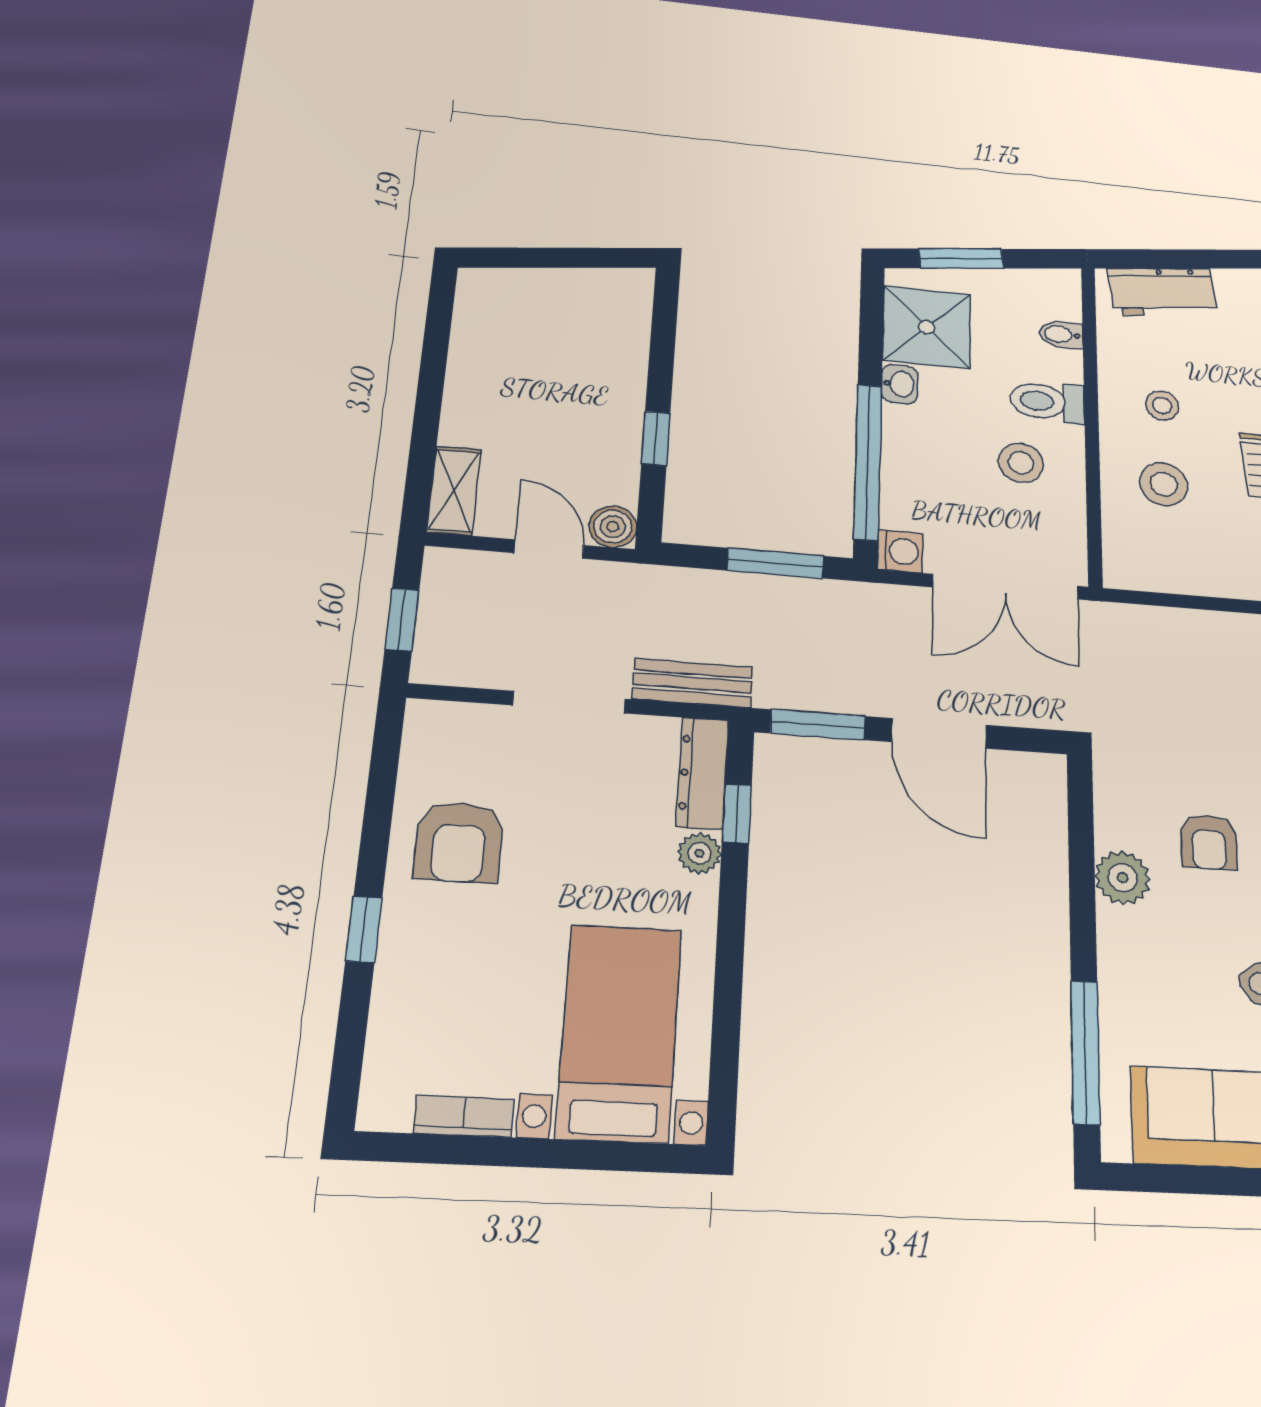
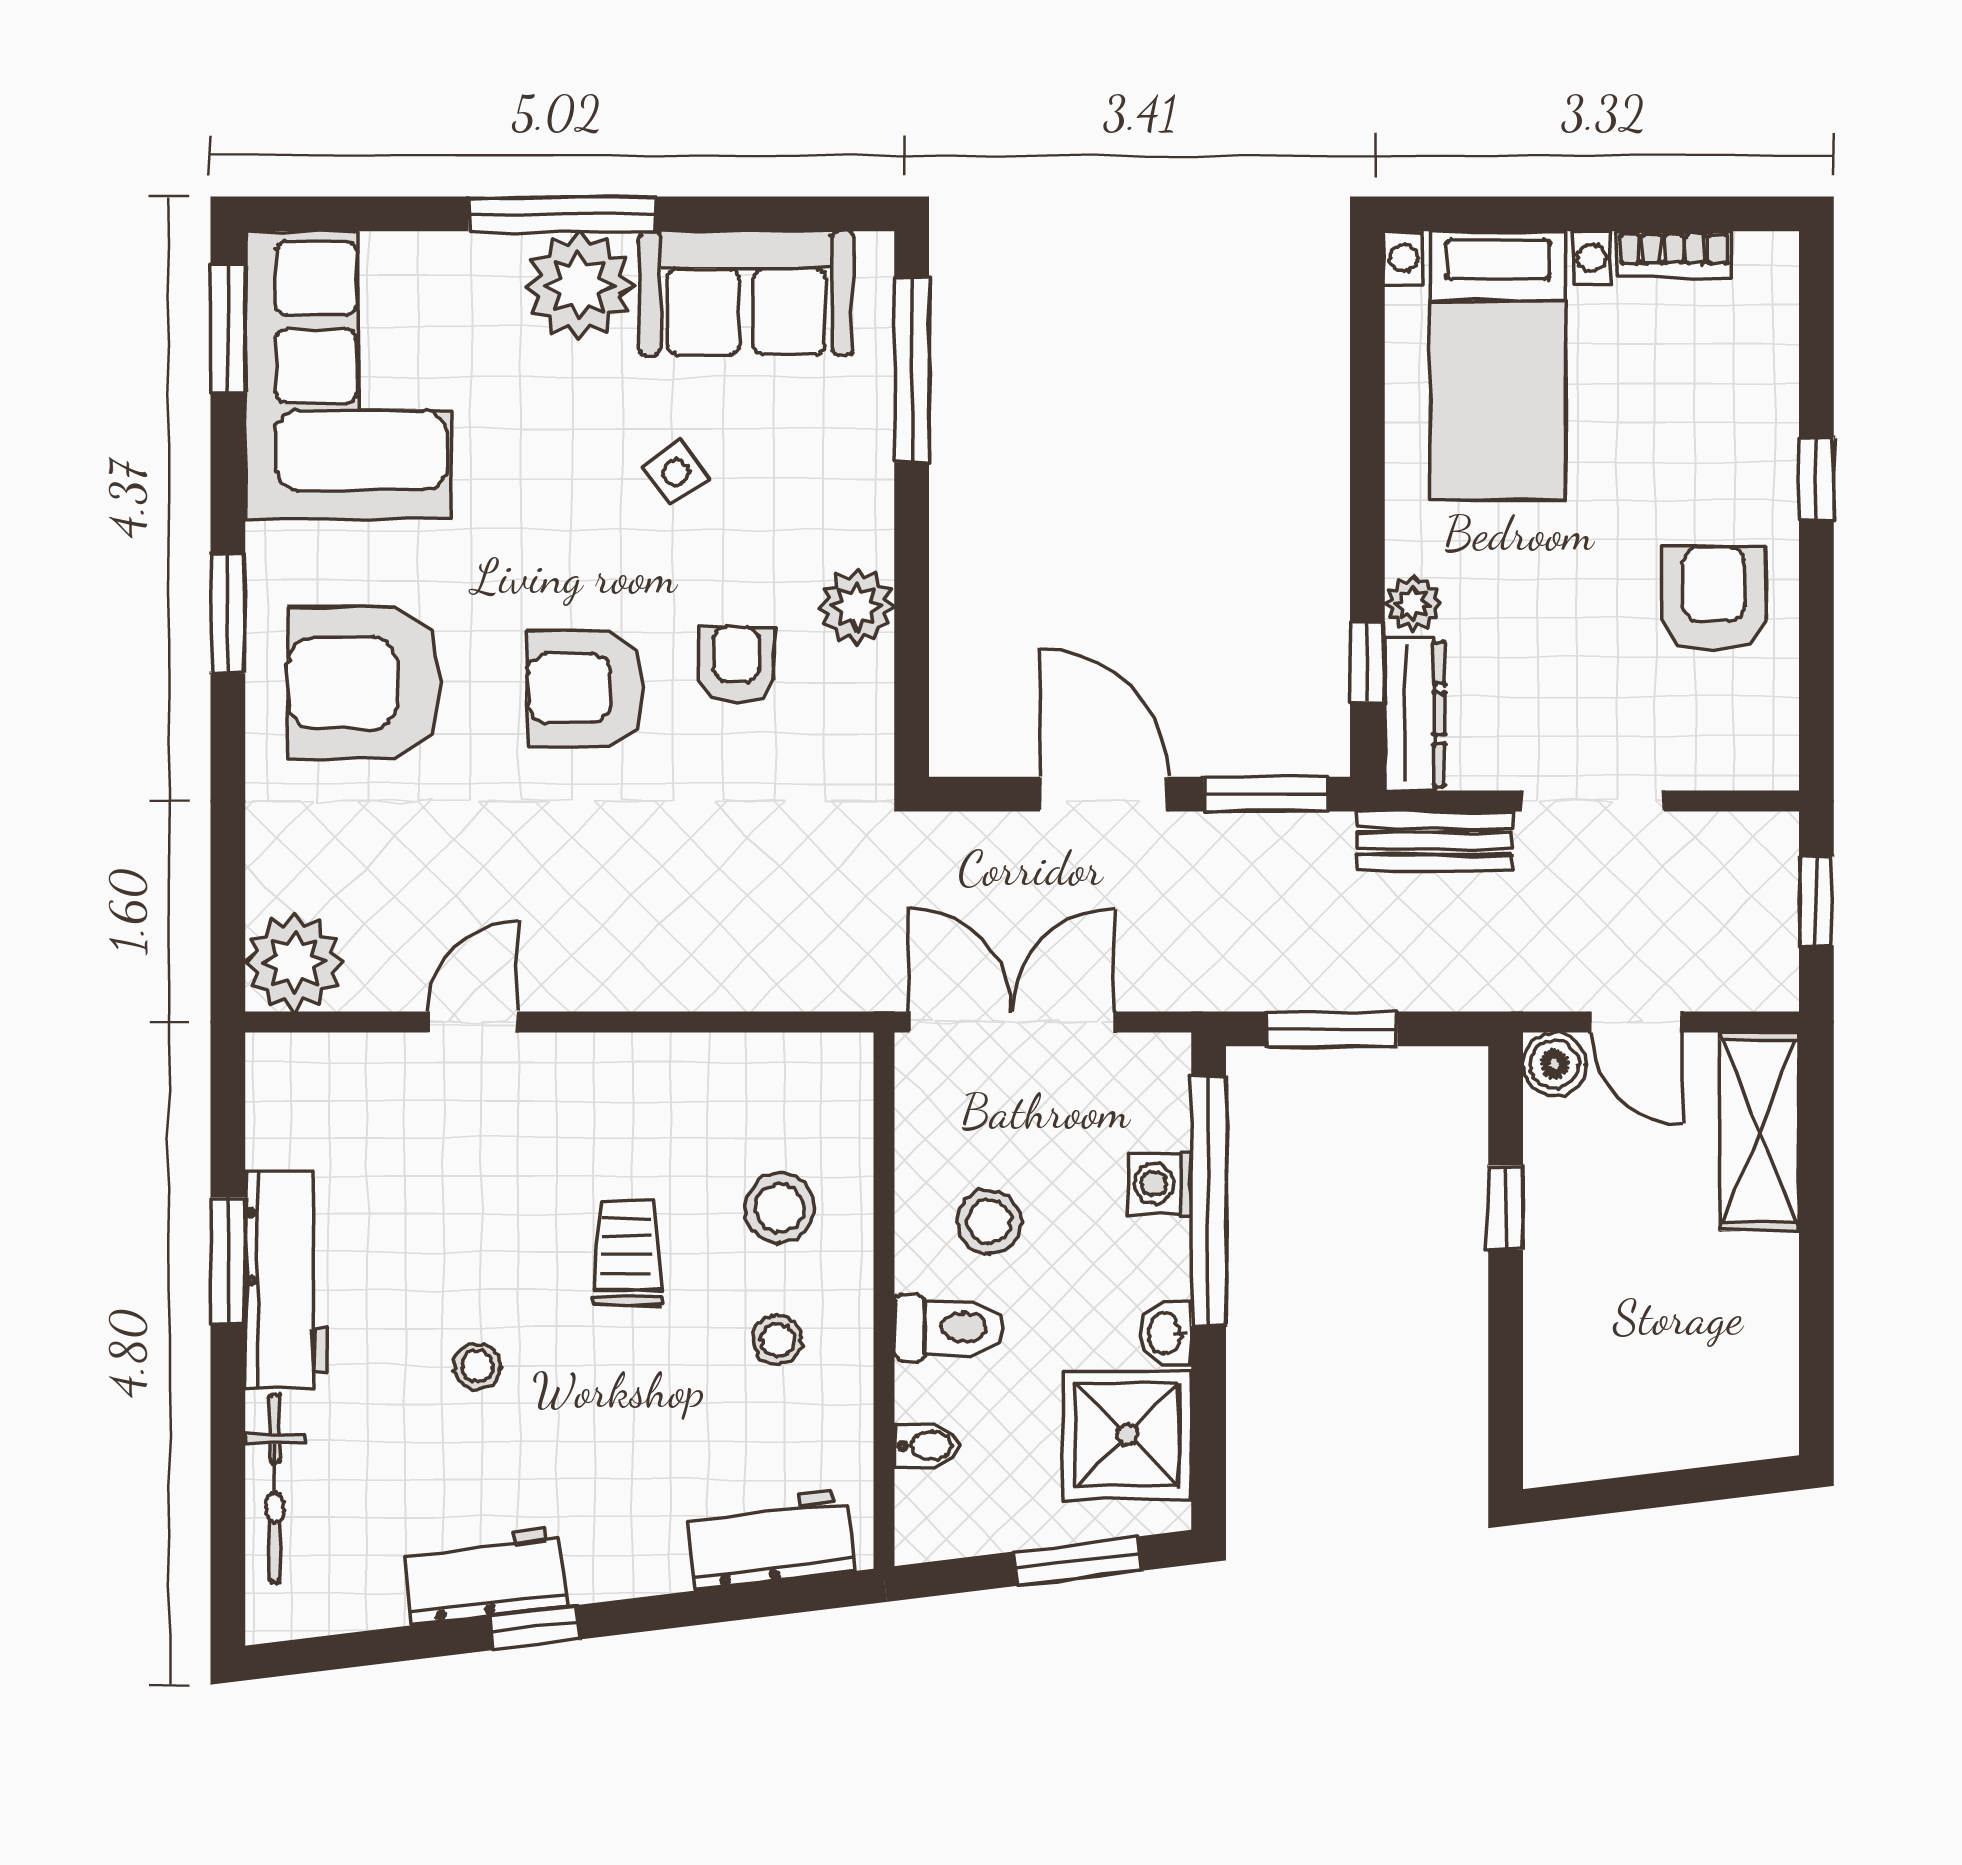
shelving: (454, 491) -> (1759, 1131), width x1.50, depth x1.33
washing machine: (900, 551) -> (1160, 1184), moved

